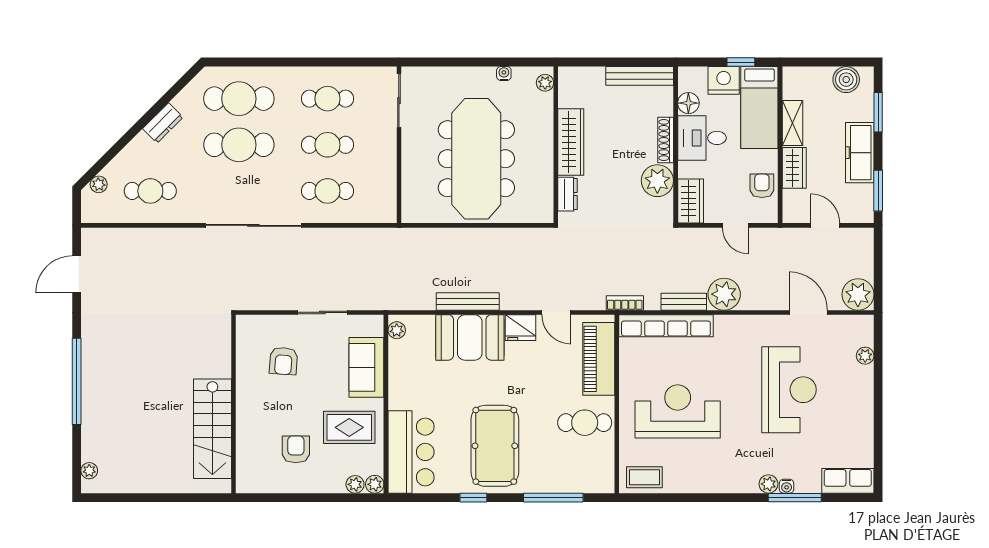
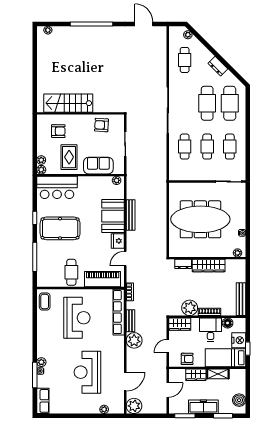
reception desk: (789, 390) -> (87, 372), turned 90
wall: (233, 404) -> (80, 113), moved
stairs: (212, 429) -> (68, 103), moved

